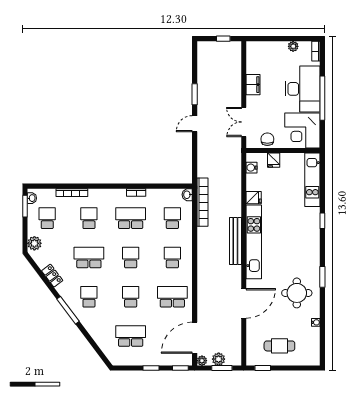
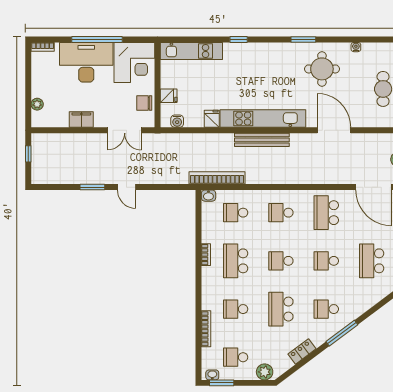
plant: (293, 46) -> (37, 104), moved

